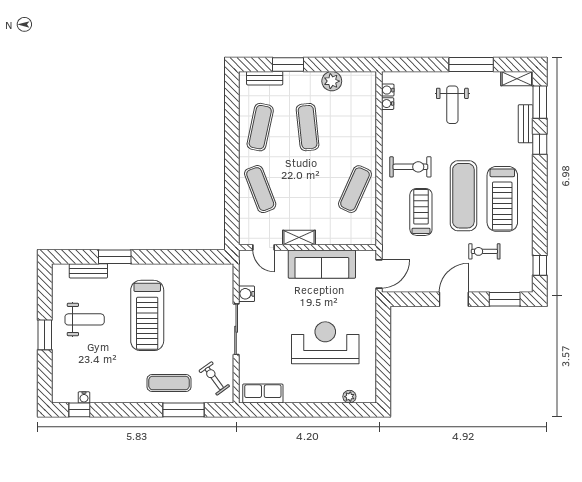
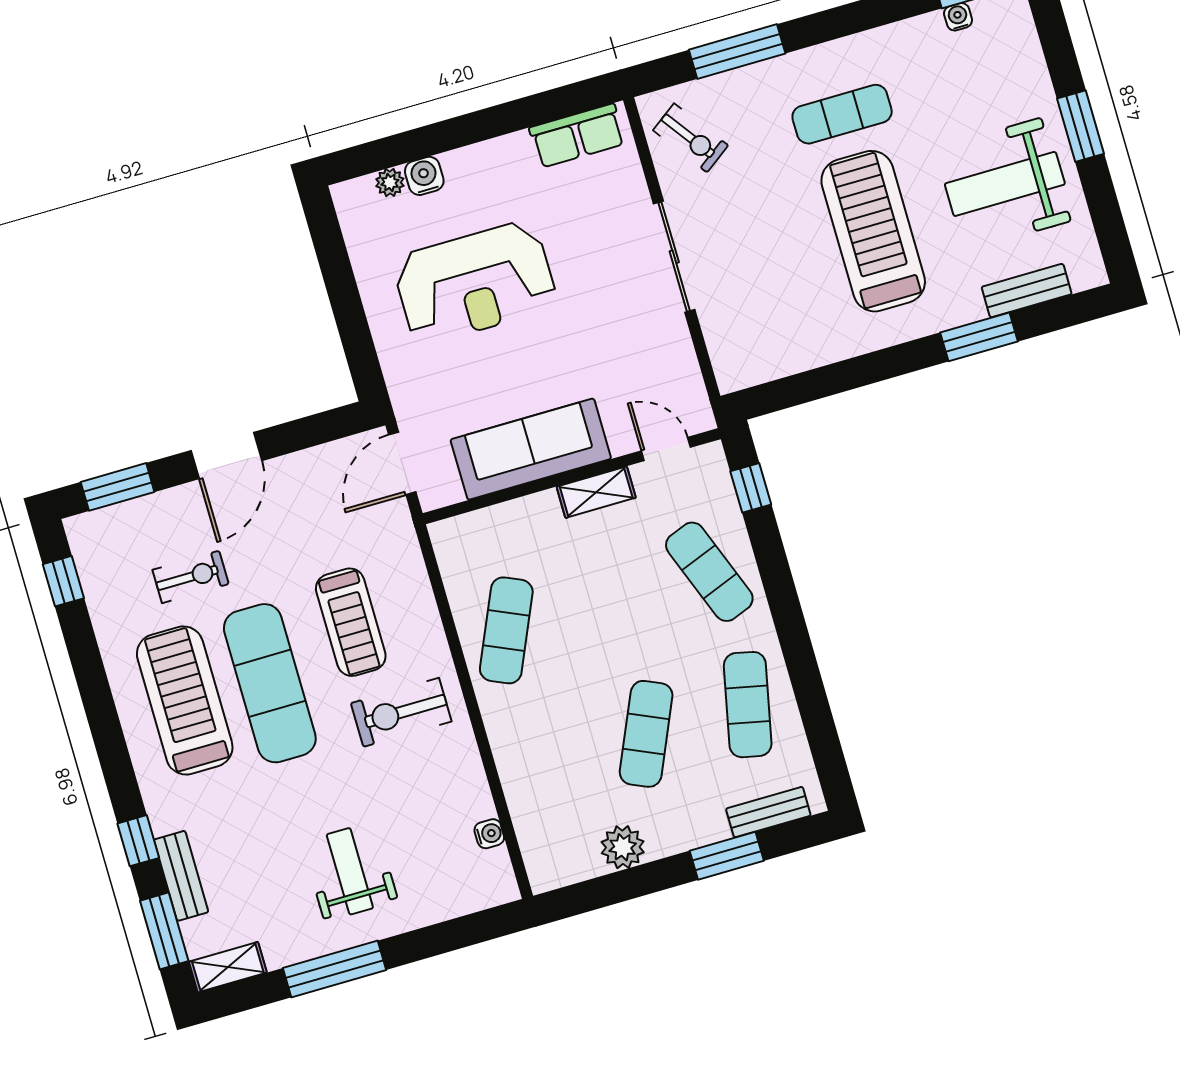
water cooler: (388, 90) -> (497, 863), removed
exercise mat: (308, 127) -> (646, 734), turned 30
window: (232, 220) -> (751, 488), added
water cooler: (247, 294) -> (424, 176), moved, turned -90
weight bench: (85, 319) -> (1005, 184), width x1.36, depth x1.33
exercise mat: (169, 383) -> (842, 114), moved

